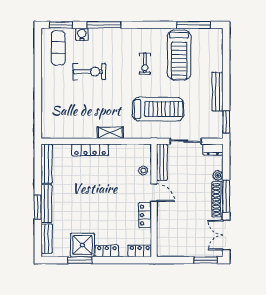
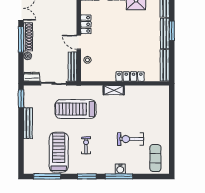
window: (61, 25) -> (87, 176), moved
water cooler: (82, 34) -> (120, 169), moved

